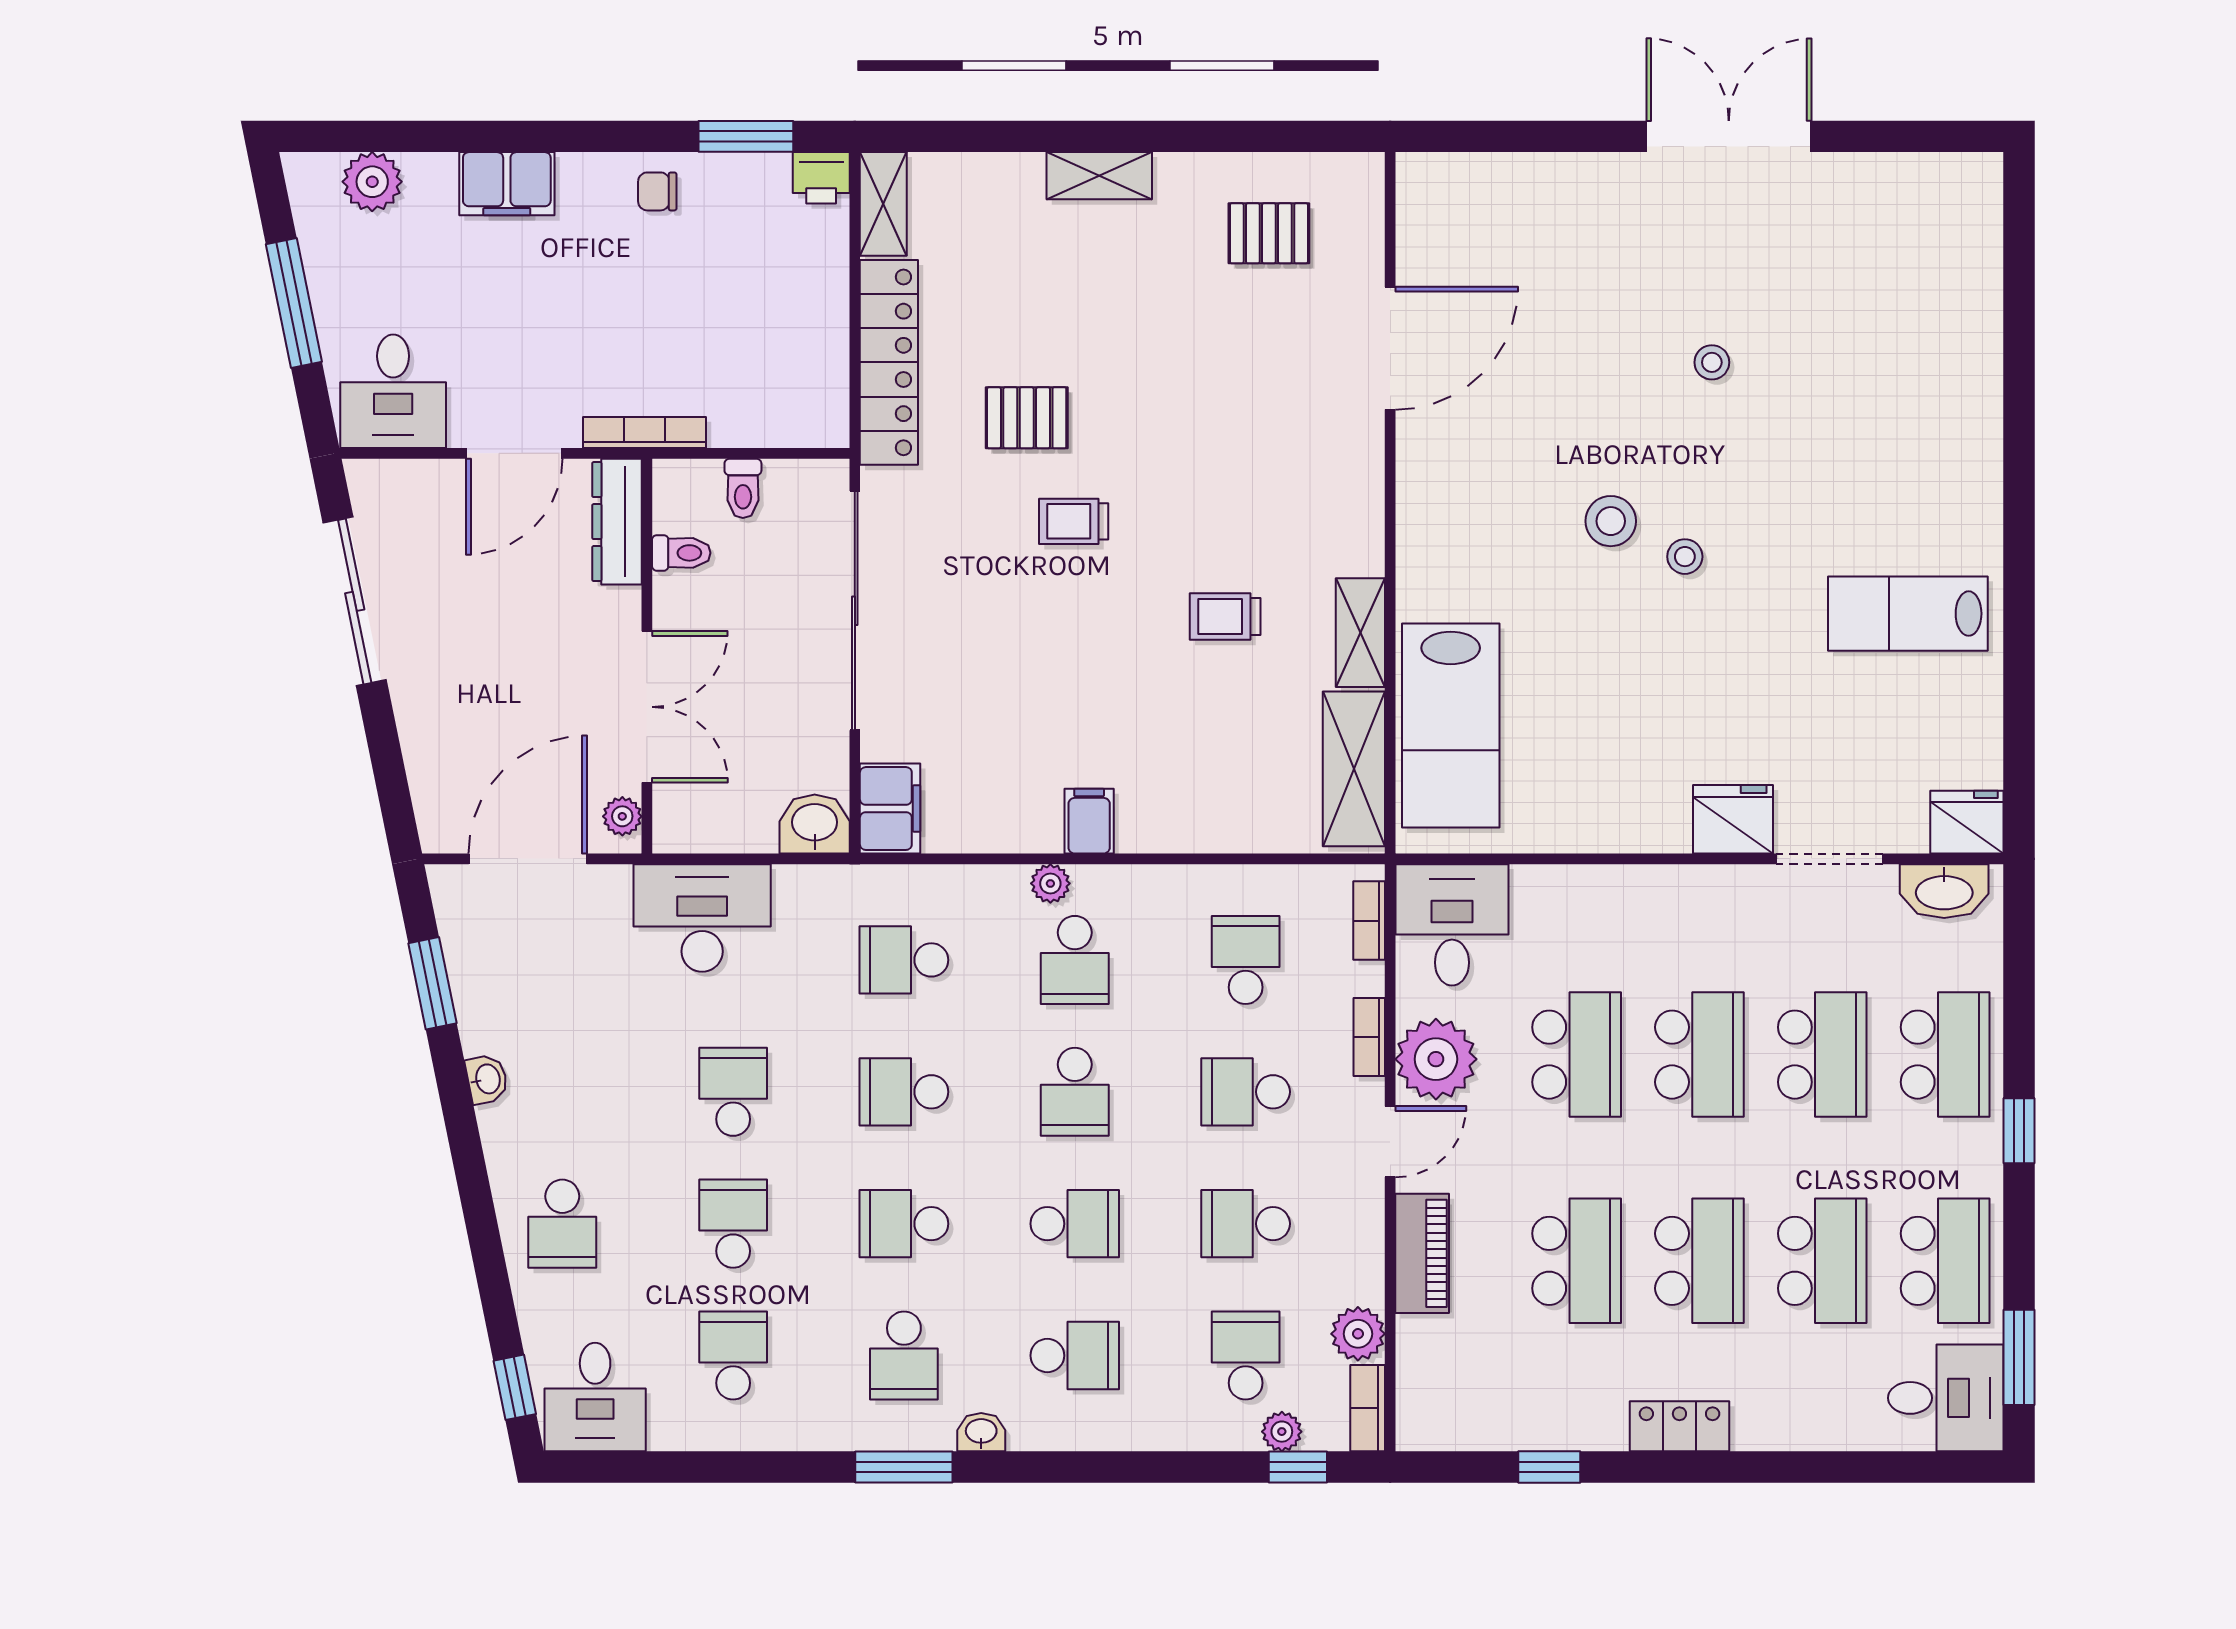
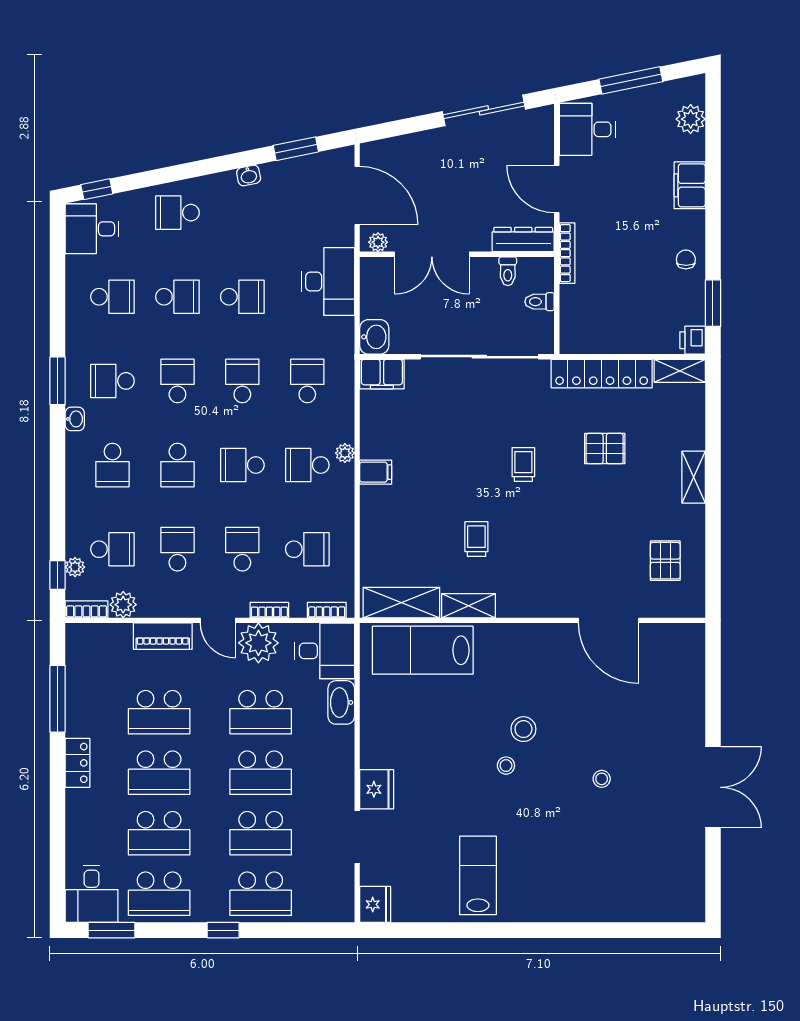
pallet: (1027, 418) -> (605, 449), moved, turned 90
washbasin: (1944, 891) -> (341, 702), moved
window: (1549, 1467) -> (58, 699), width x2.17

